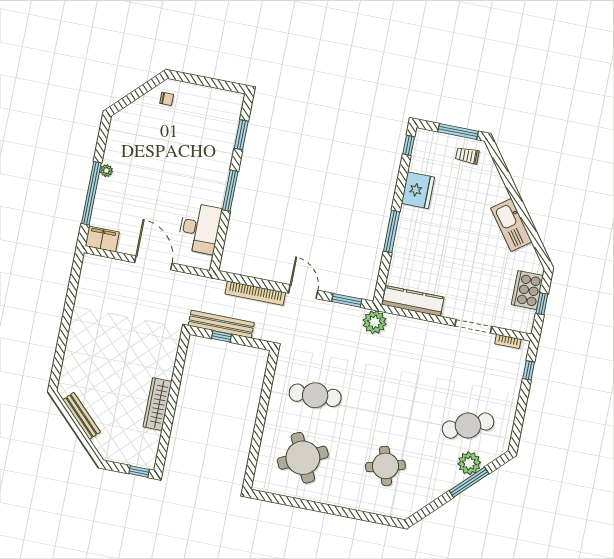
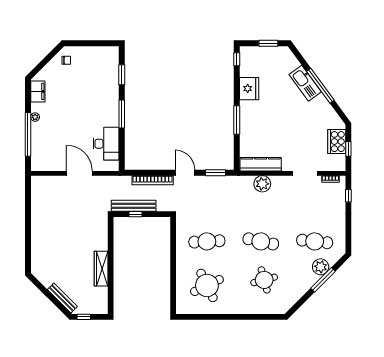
window: (458, 131) -> (268, 43), width x0.69
trolley: (467, 156) -> (278, 58), removed
window: (520, 206) -> (320, 86), added
kitchen sink: (511, 225) -> (305, 83), moved
filing cabinet: (102, 239) -> (38, 91), moved, turned 90
plant: (375, 322) -> (262, 184), moved
cafe table: (392, 410) -> (261, 241), added
bench: (82, 416) -> (62, 298), moved
cafe table: (468, 426) -> (315, 241), turned 30
window: (139, 472) -> (84, 317), moved

